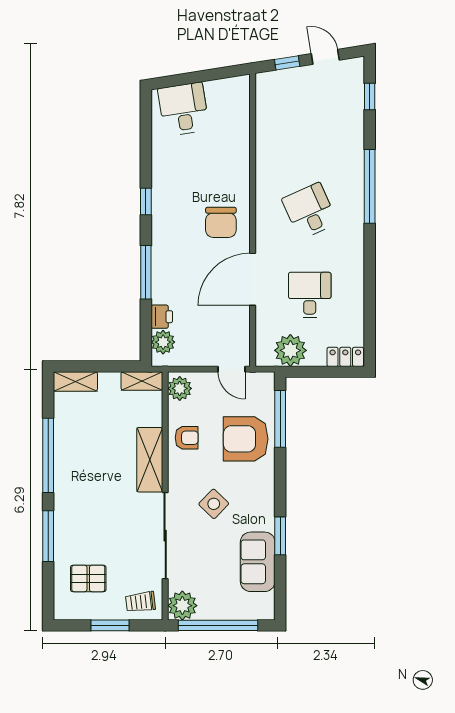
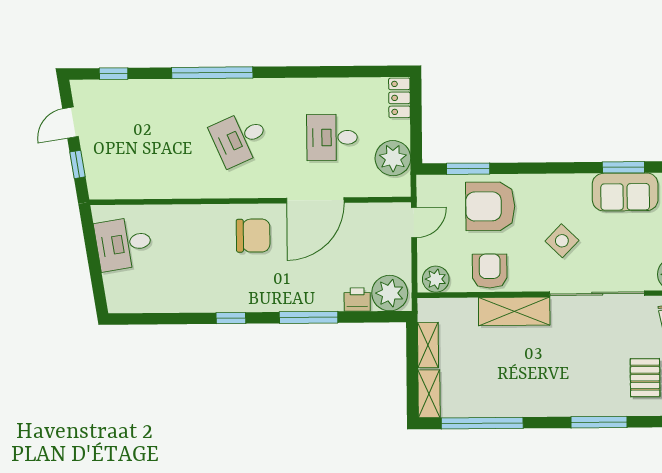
desk: (183, 109) -> (124, 244), moved
door: (253, 279) -> (315, 200), hinge flipped
plant: (163, 342) -> (390, 293), width x1.36, depth x1.36
shelving: (142, 381) -> (428, 345), moved
window: (280, 419) -> (468, 169), width x0.69
armchair: (187, 438) -> (490, 271), width x1.38, depth x1.38
armchair: (246, 439) -> (490, 206), turned 90
window: (48, 455) -> (482, 423), moved
window: (280, 536) -> (623, 167), moved

